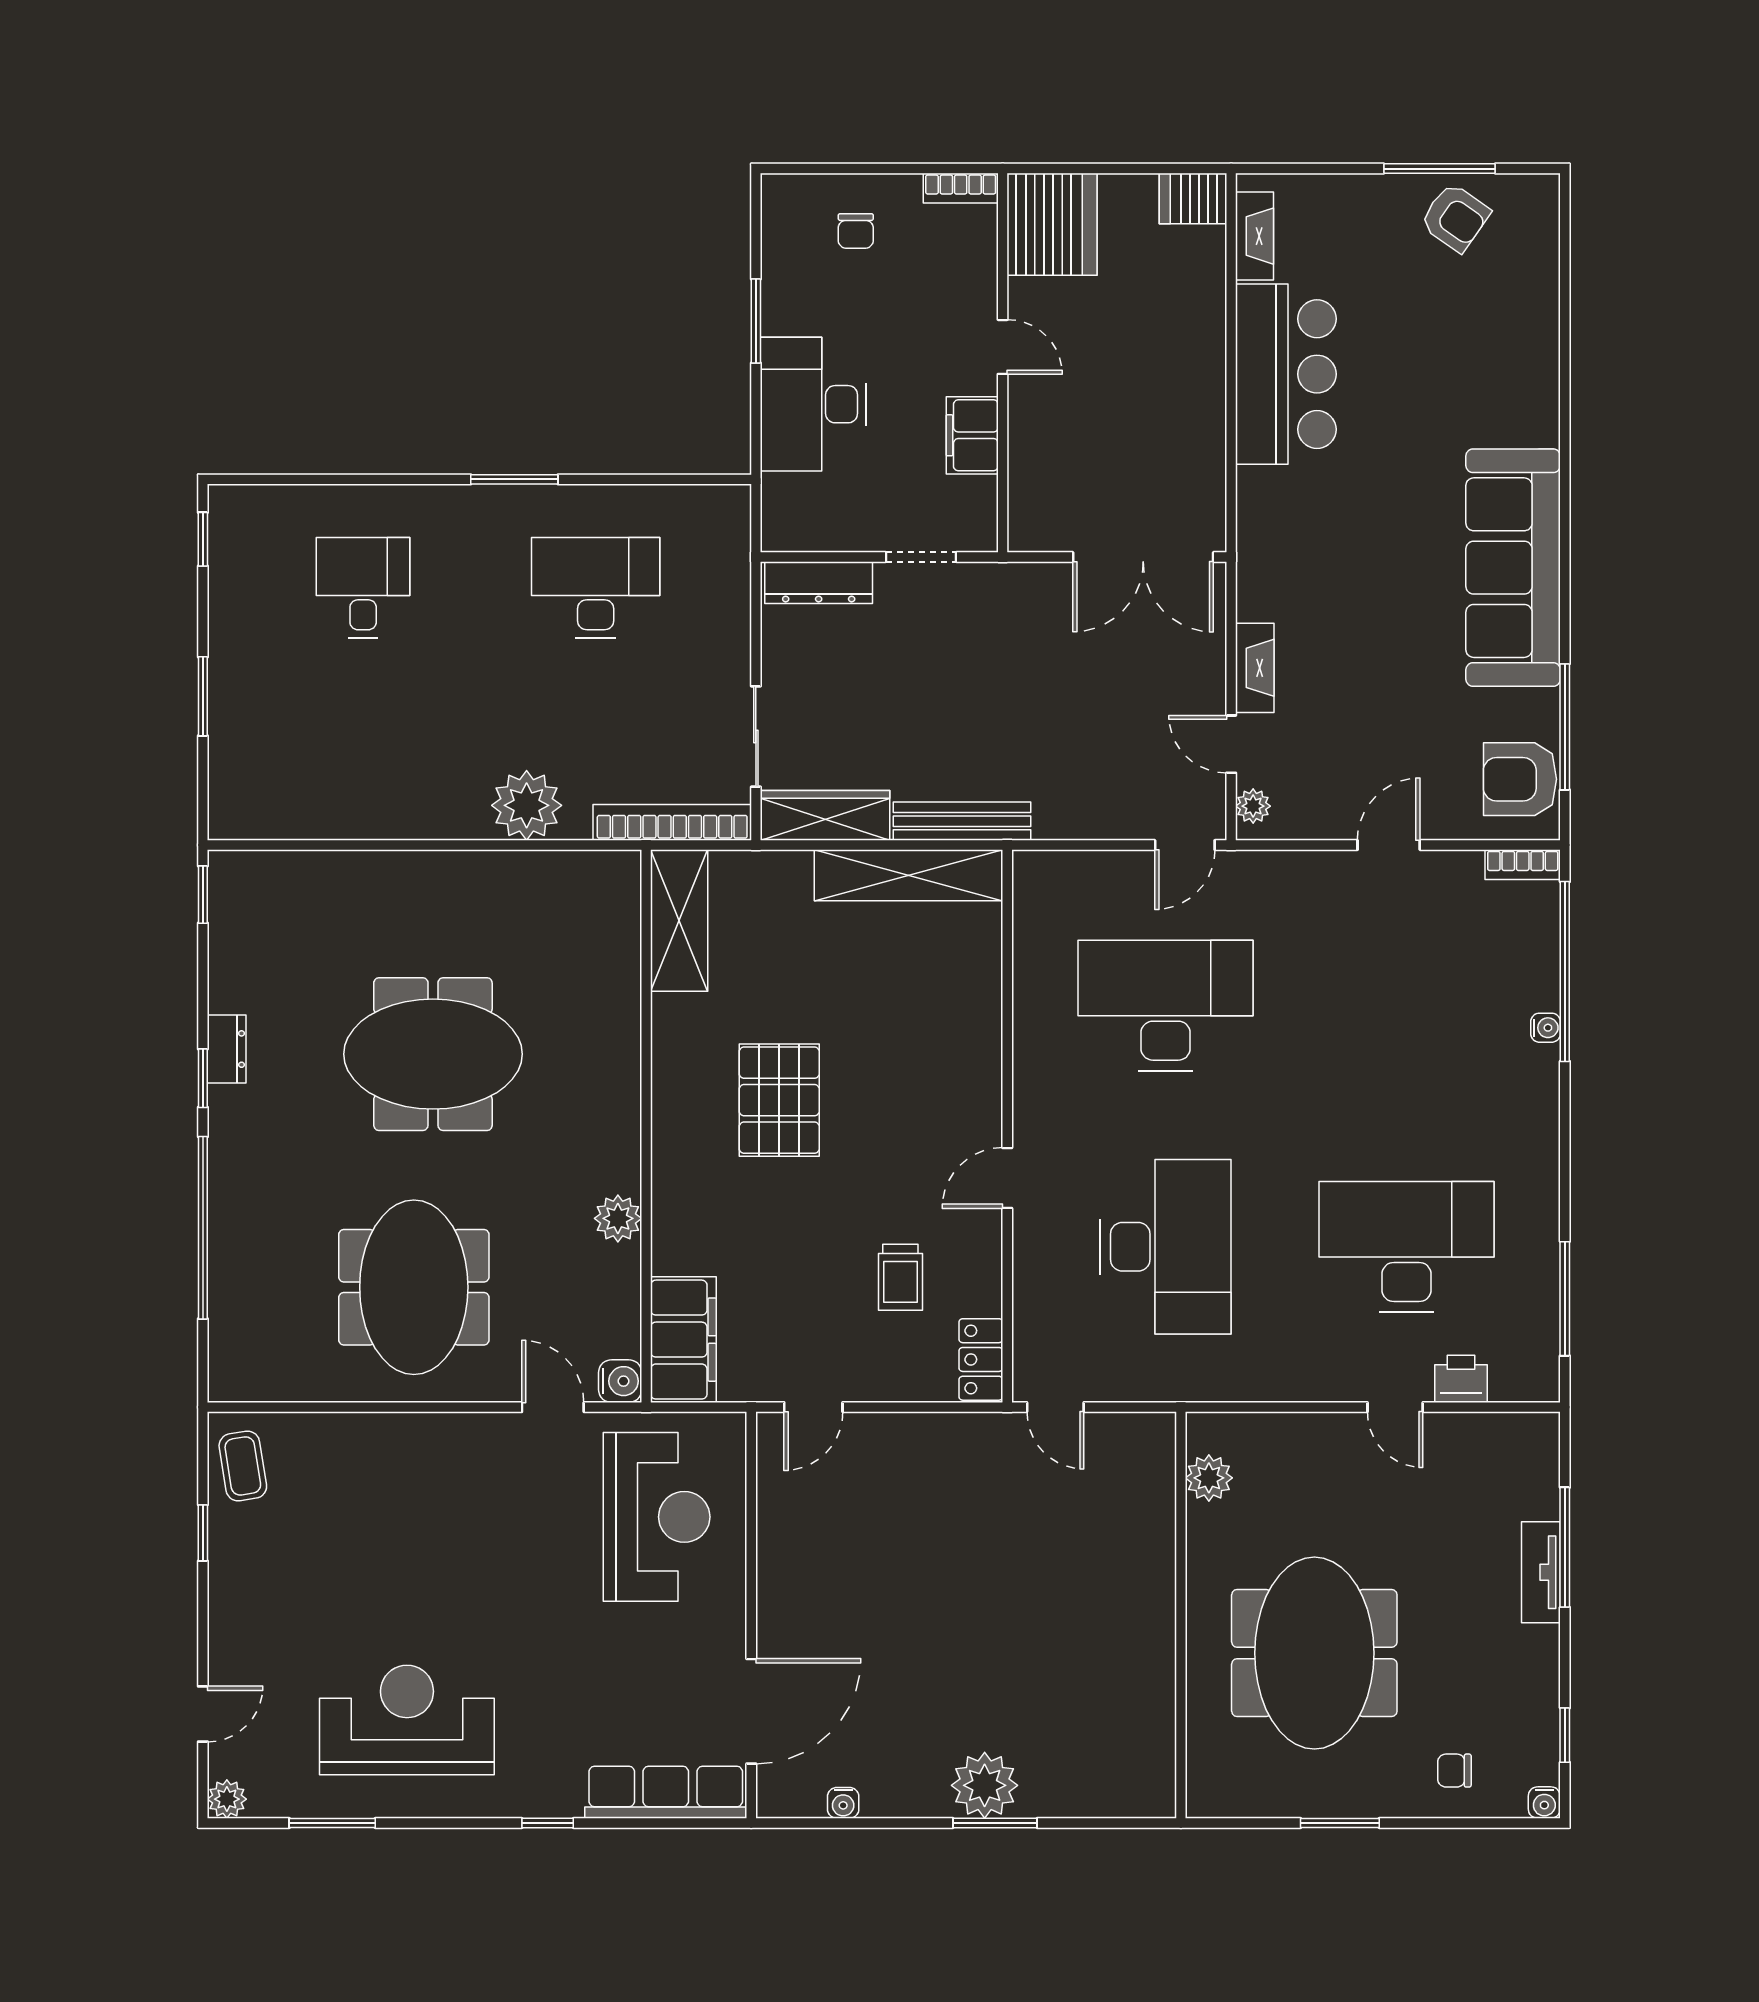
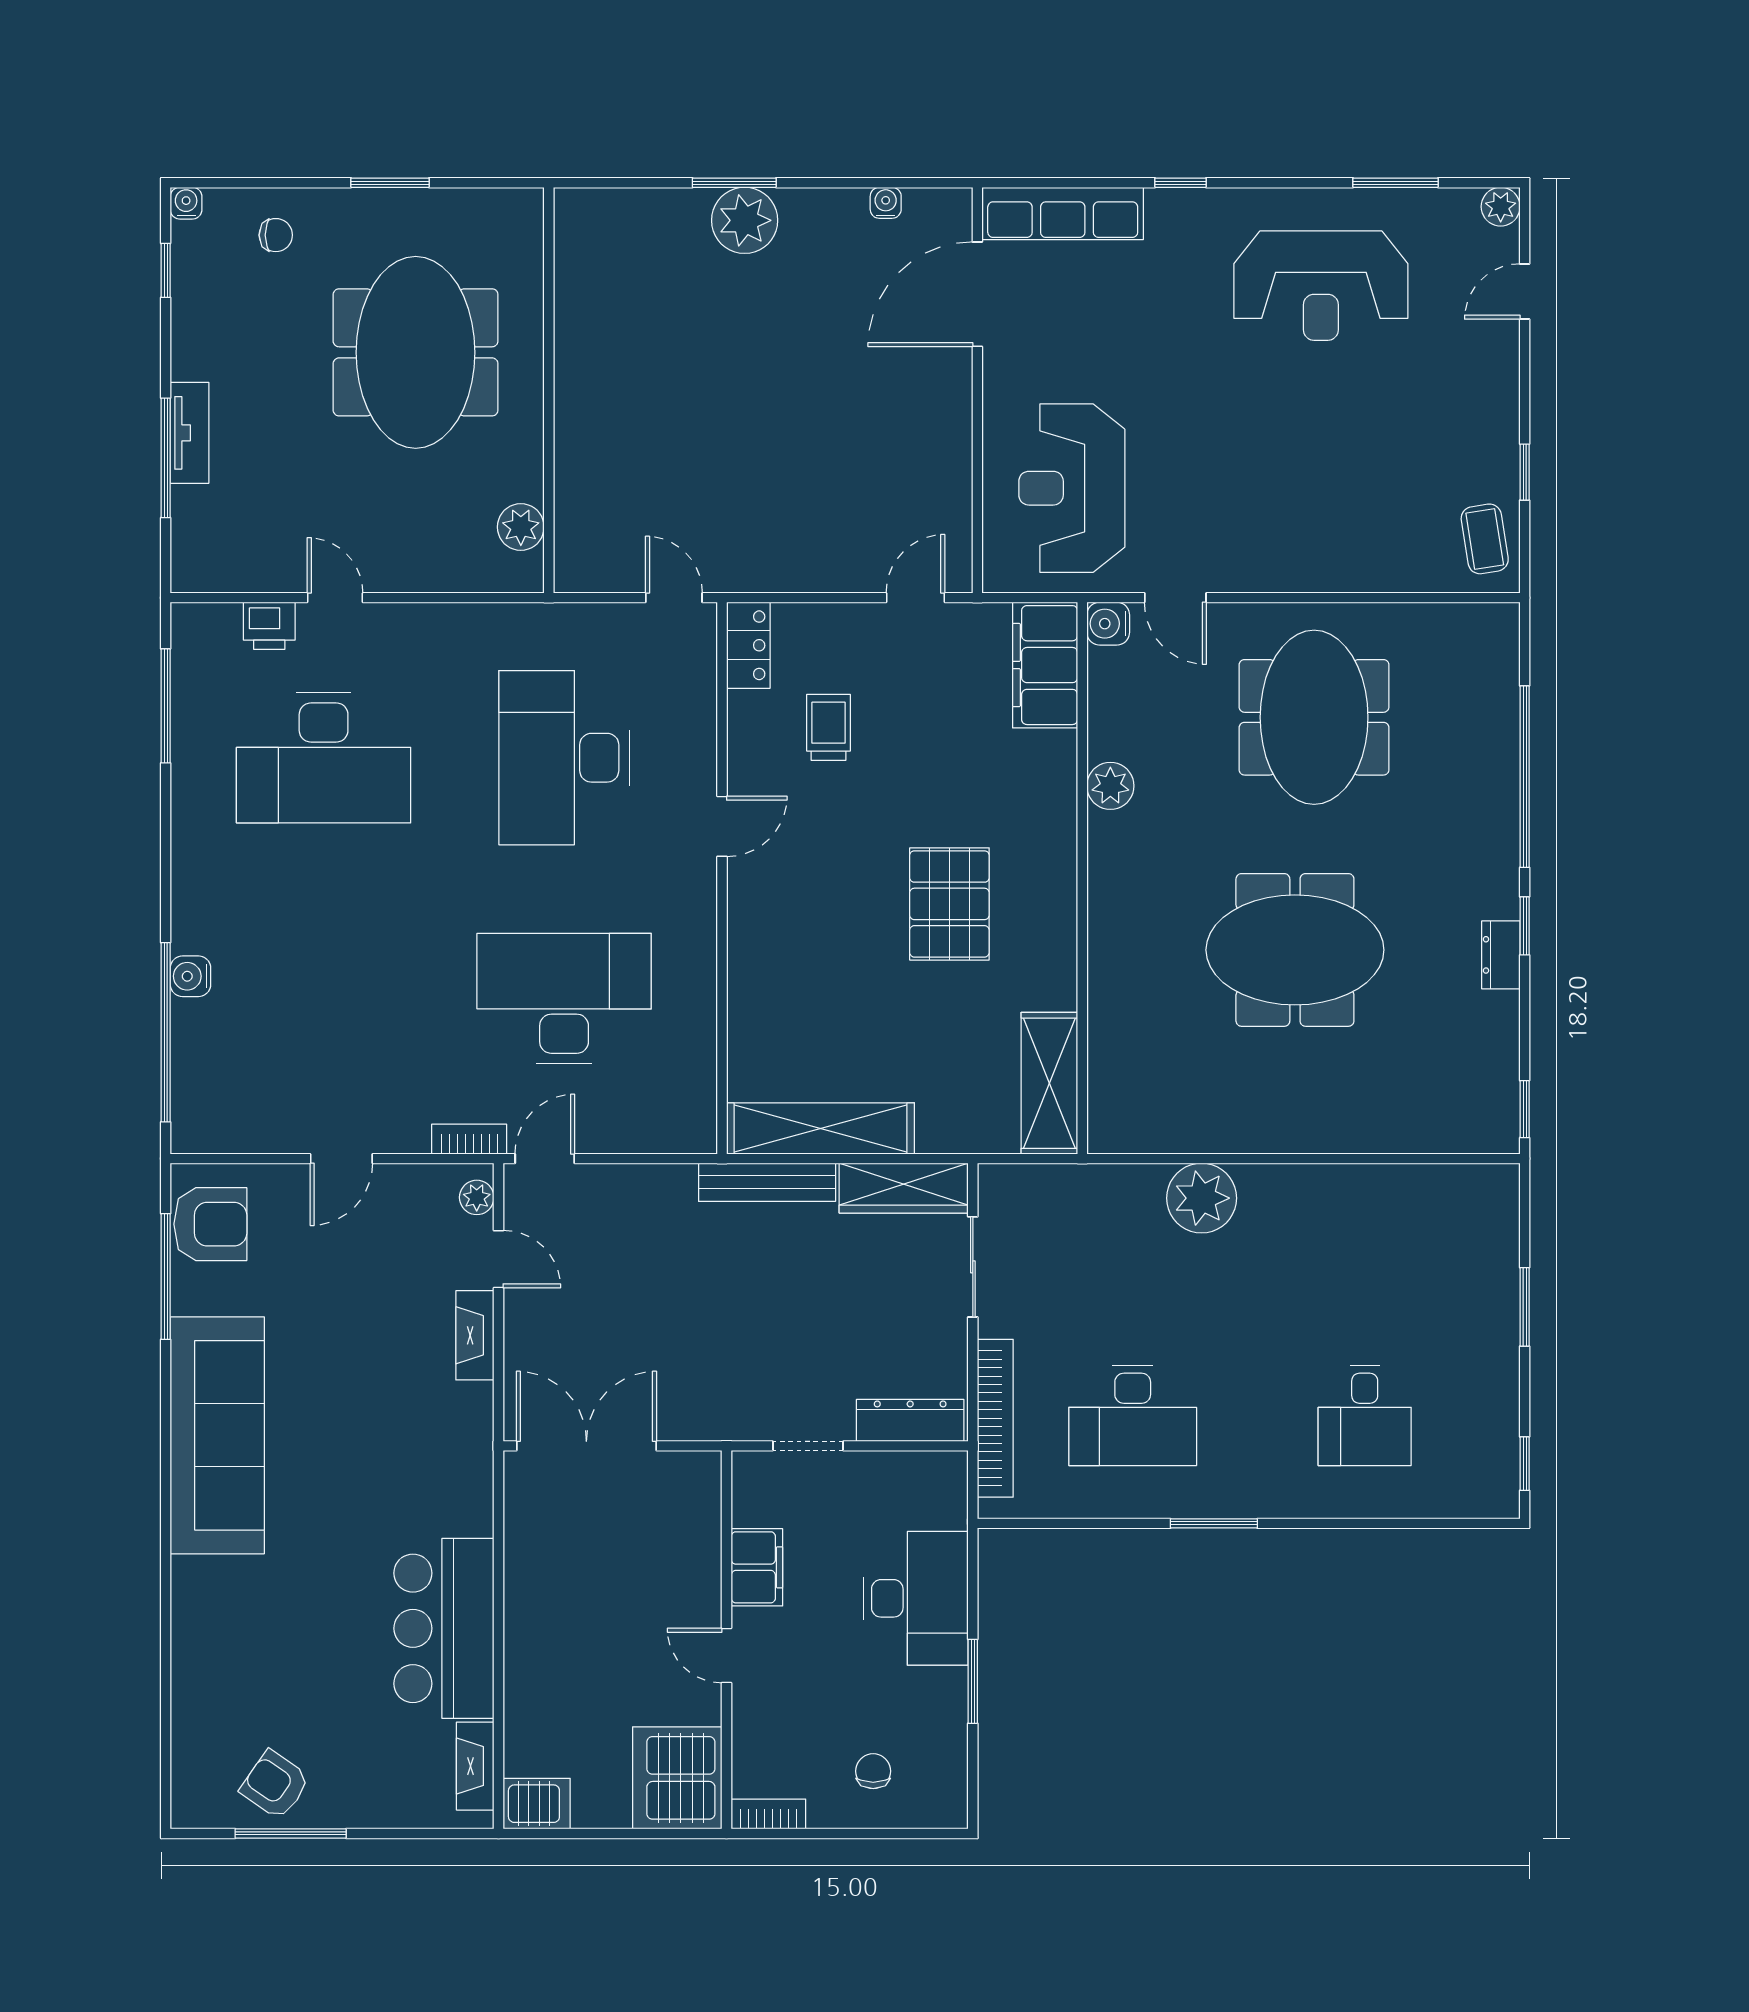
bookcase: (672, 822) -> (995, 1418), moved, turned -90
bookcase: (1523, 865) -> (469, 1139), moved
desk: (1166, 1005) -> (564, 999), turned 180
water cooler: (1546, 1028) -> (190, 976), width x1.38, depth x1.38

